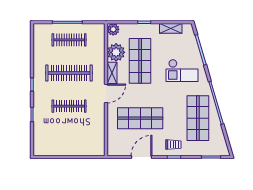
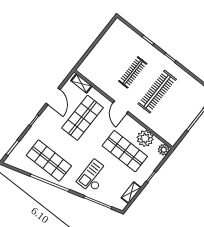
clothes rail: (69, 40) -> (182, 111), removed
shelving: (112, 73) -> (81, 83), moved
trolley: (173, 145) -> (44, 127), removed

